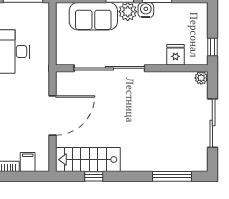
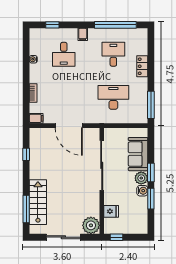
plant: (201, 78) -> (91, 225), width x1.87, depth x1.87
stairs: (88, 160) -> (38, 202), moved
filing cabinet: (28, 162) -> (36, 118), moved

